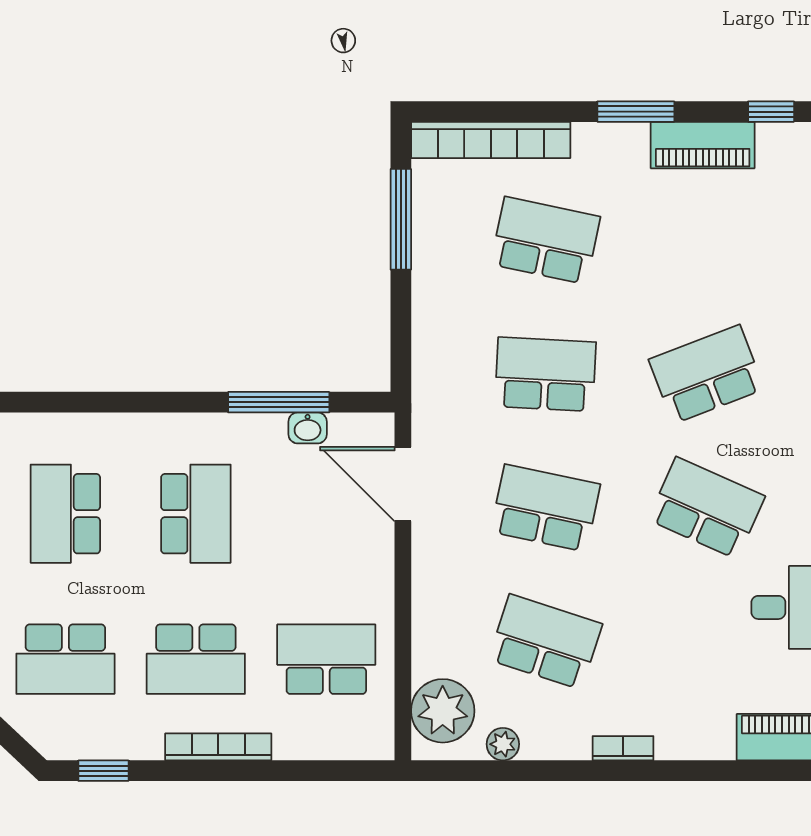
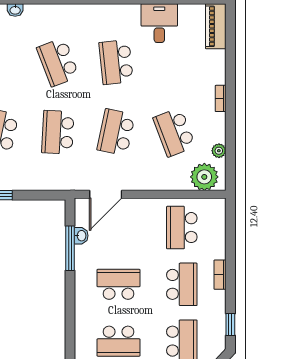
school desk: (706, 508) -> (116, 62), turned -30
school desk: (545, 642) -> (174, 132), turned -39
bookcase: (218, 747) -> (220, 275), width x0.64

